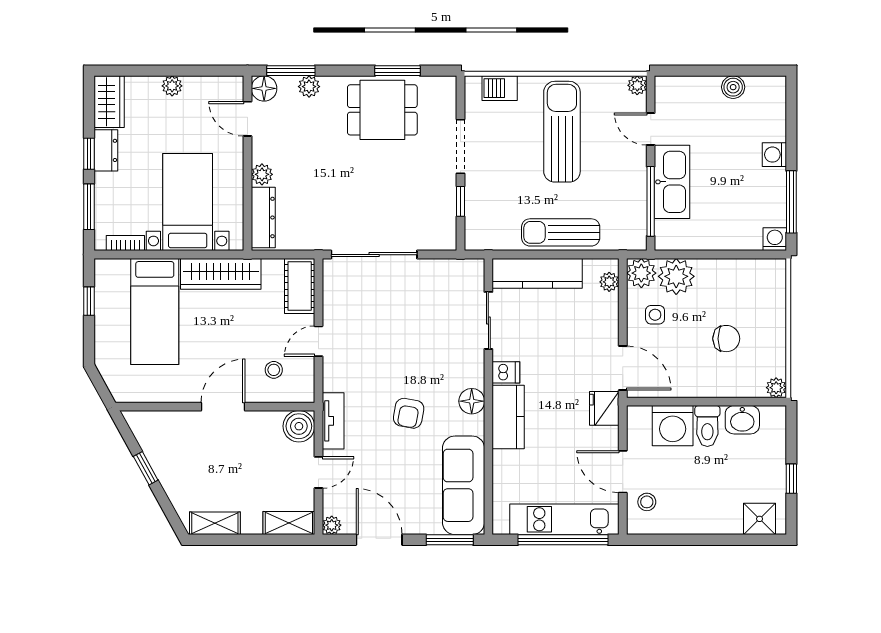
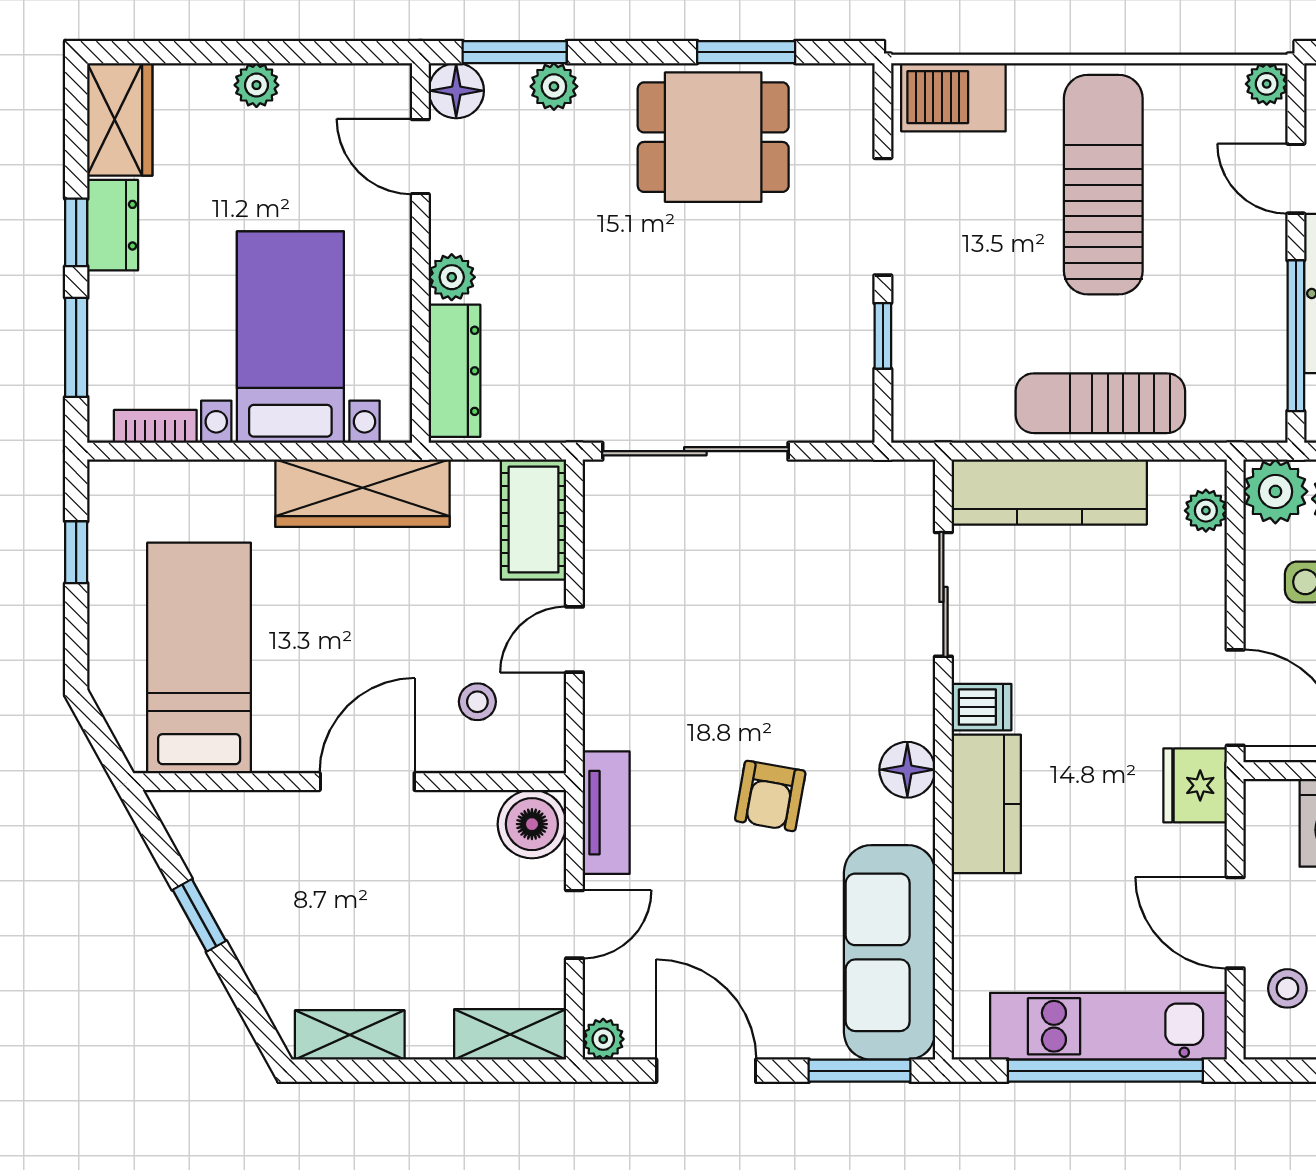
barbecue: (500, 88) -> (953, 97), width x1.38, depth x1.27
bed: (155, 311) -> (199, 658), moved, turned 180

